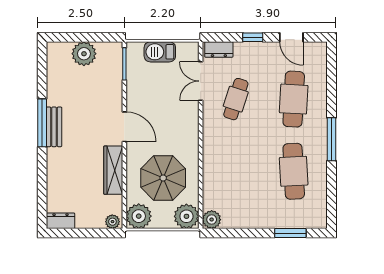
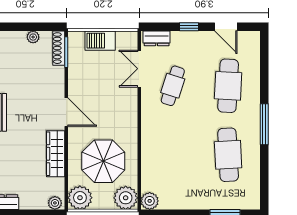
plant: (84, 54) -> (33, 37), width x0.53, depth x0.53
shoe rack: (117, 60) -> (59, 48), added

